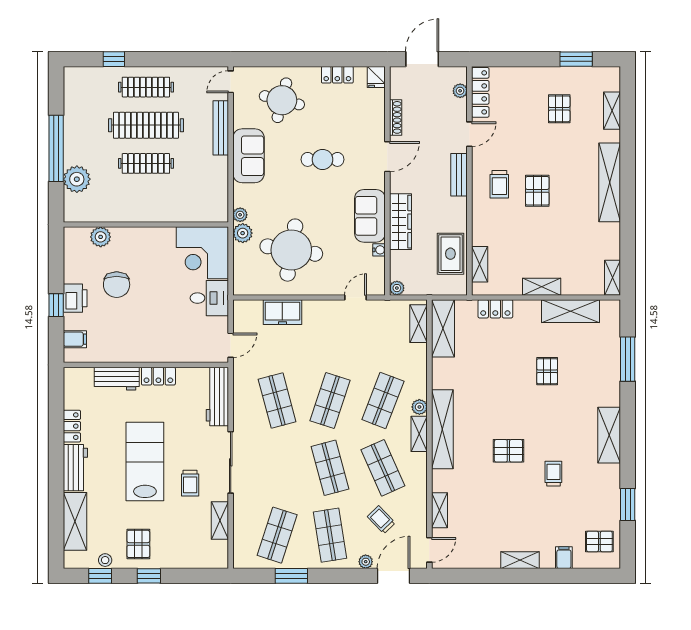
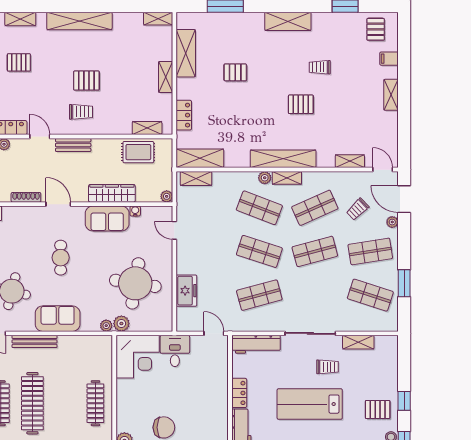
clothes rail: (146, 163) -> (95, 403), moved
pallet: (508, 451) -> (301, 104), turned 90

